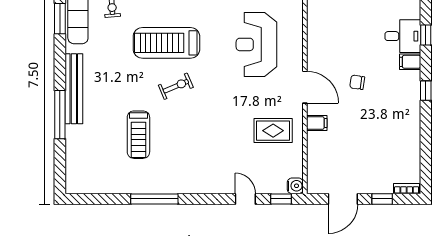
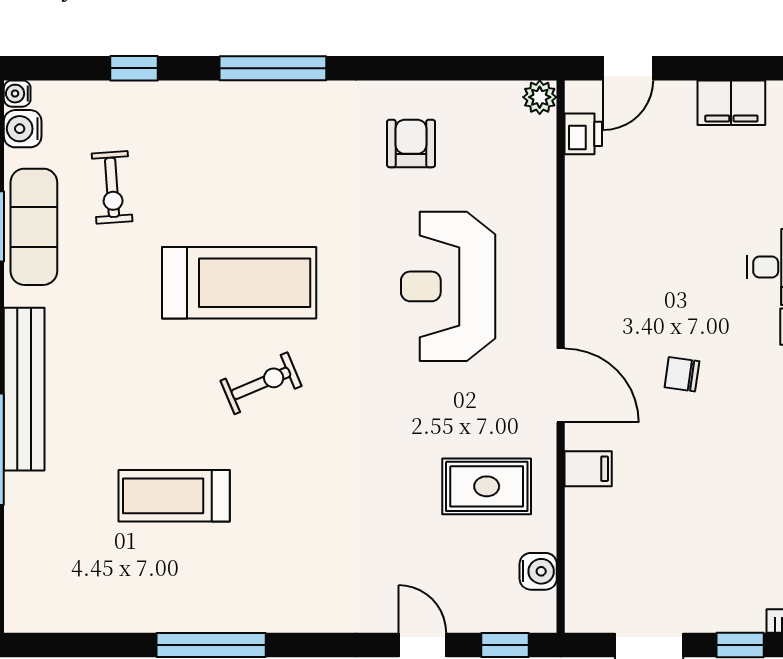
treadmill: (166, 43) -> (239, 283), turned 180
treadmill: (138, 135) -> (174, 496), turned 90
water cooler: (295, 186) -> (538, 571), moved

